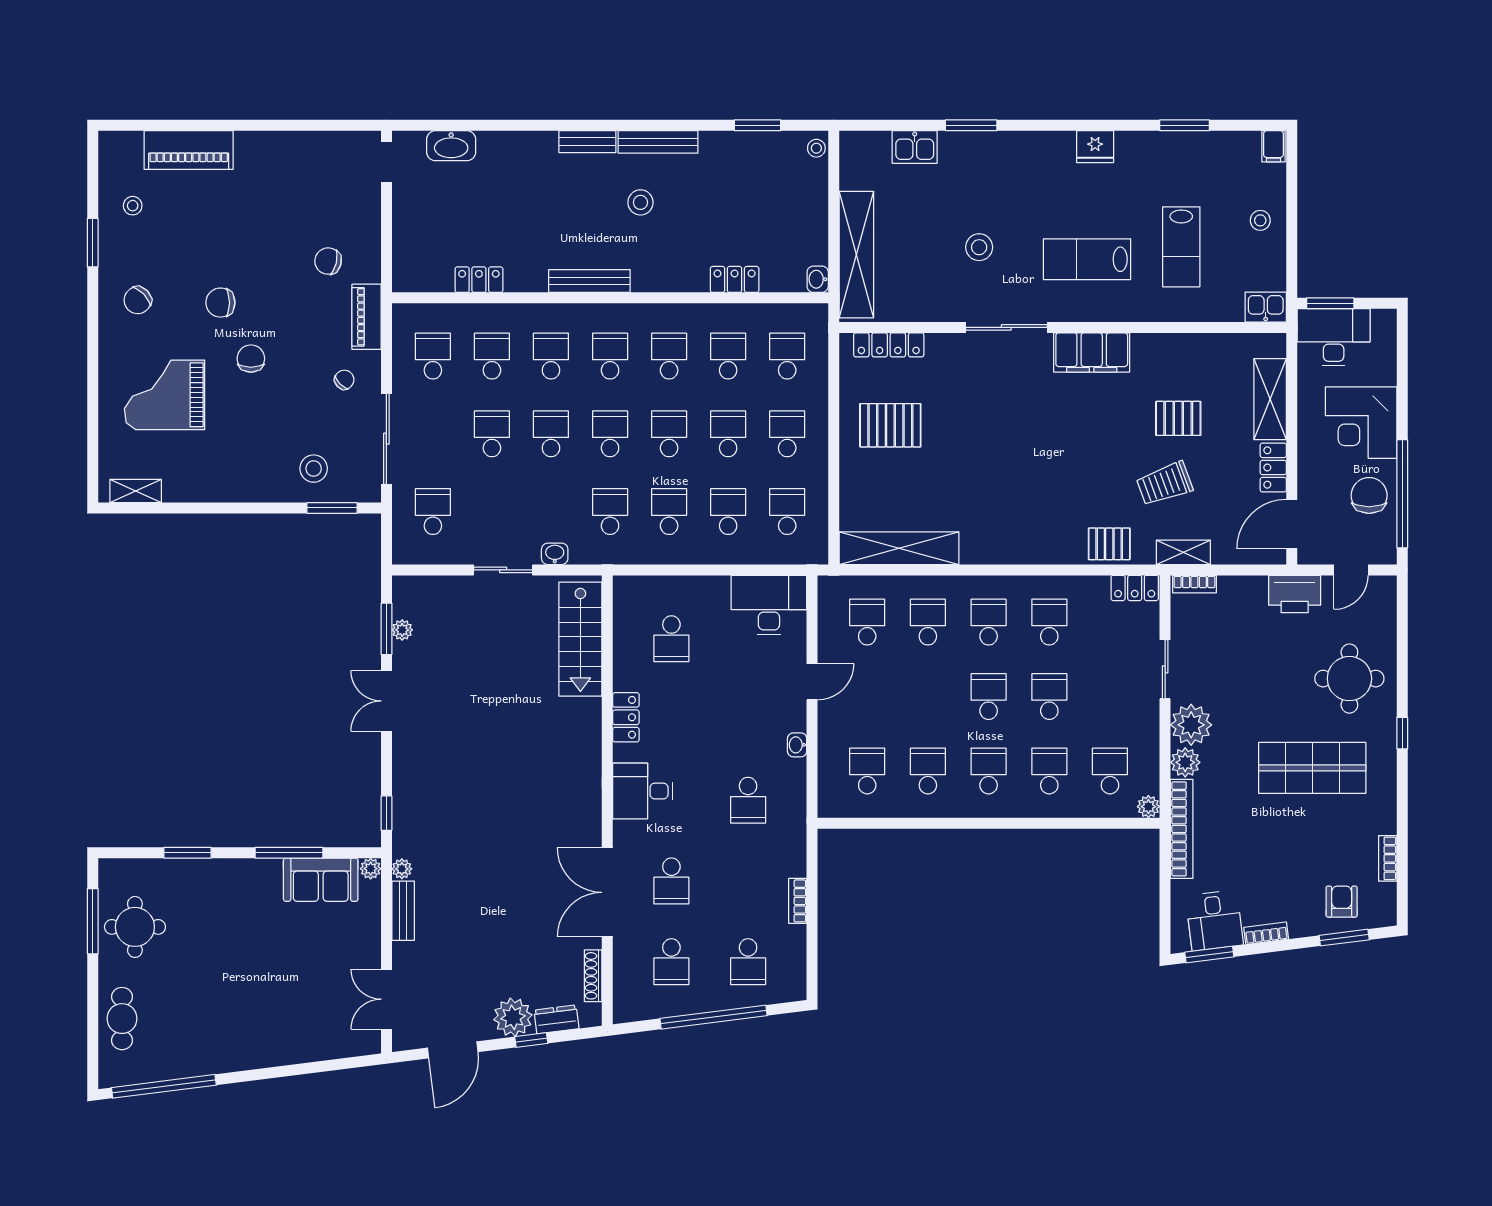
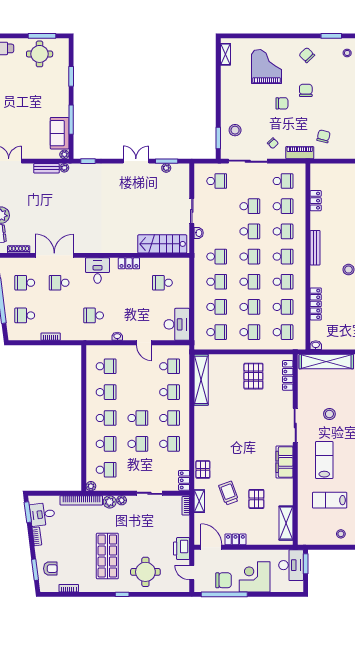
locker: (735, 279) -> (316, 304), width x1.53
kitchen sink: (1266, 307) -> (304, 536), removed
shelving: (1270, 399) -> (286, 523), moved, turned 90
plant: (1191, 725) -> (122, 500), width x0.53, depth x0.53

